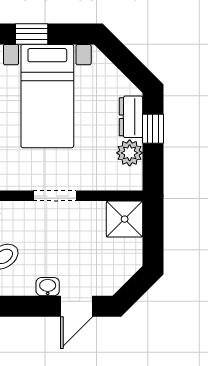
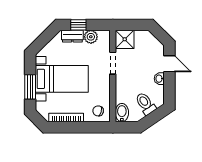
window: (32, 34) -> (30, 87), width x1.50
doorway: (55, 196) -> (113, 63), moved

